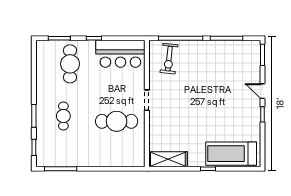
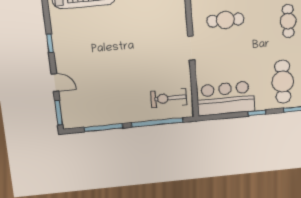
exercise bike: (169, 59) -> (169, 98), turned -96
door: (262, 91) -> (55, 83), moved
cafe table: (117, 121) -> (225, 20), width x0.73, depth x0.74

